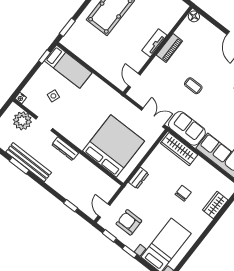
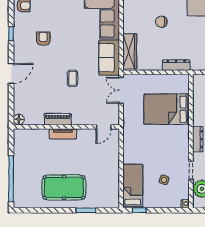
window: (67, 27) -> (86, 210), moved
bed: (114, 146) -> (167, 109), width x0.73
dresser: (139, 178) -> (176, 65), width x1.44

